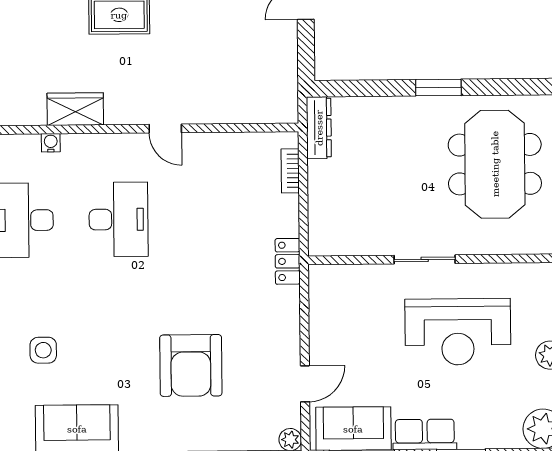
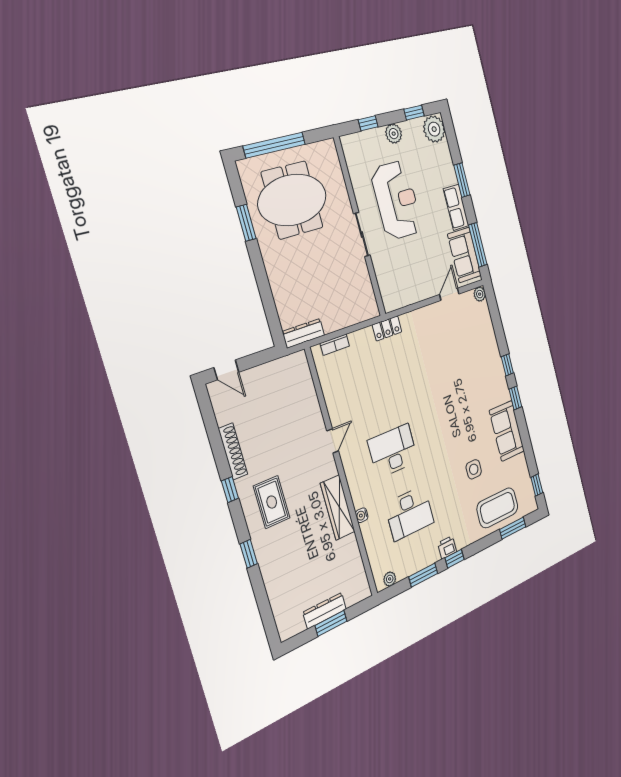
window: (438, 88) -> (246, 223), moved
wardrobe: (75, 109) -> (338, 507), width x1.50
armchair: (191, 365) -> (458, 372), removed
door: (305, 384) -> (449, 294), hinge flipped

